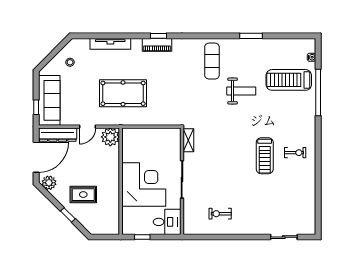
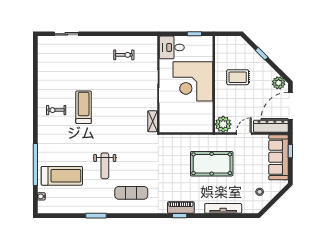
exercise mat: (212, 61) -> (131, 193), turned 90
weight bench: (241, 91) -> (105, 166), turned -90
rug: (83, 195) -> (238, 77), moved

